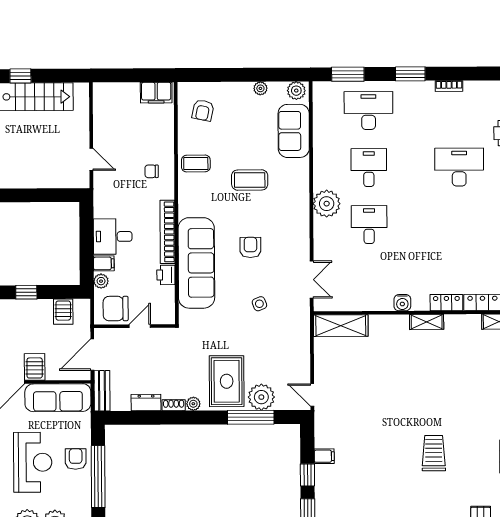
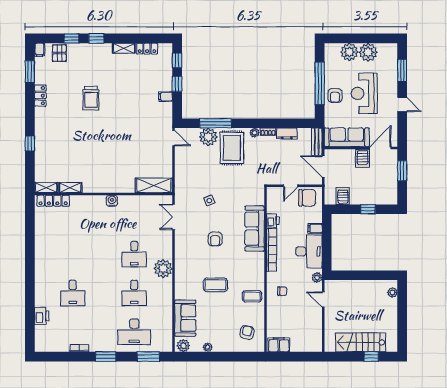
desk: (459, 167) -> (73, 293), width x0.73
desk: (113, 237) -> (309, 251), width x1.37
sofa: (196, 263) -> (255, 229), width x0.74, depth x0.79
plant: (101, 281) -> (317, 278), moved
locker: (446, 303) -> (82, 201), removed
shelving: (427, 322) -> (70, 188), moved
door: (92, 355) -> (323, 166), swing flipped

